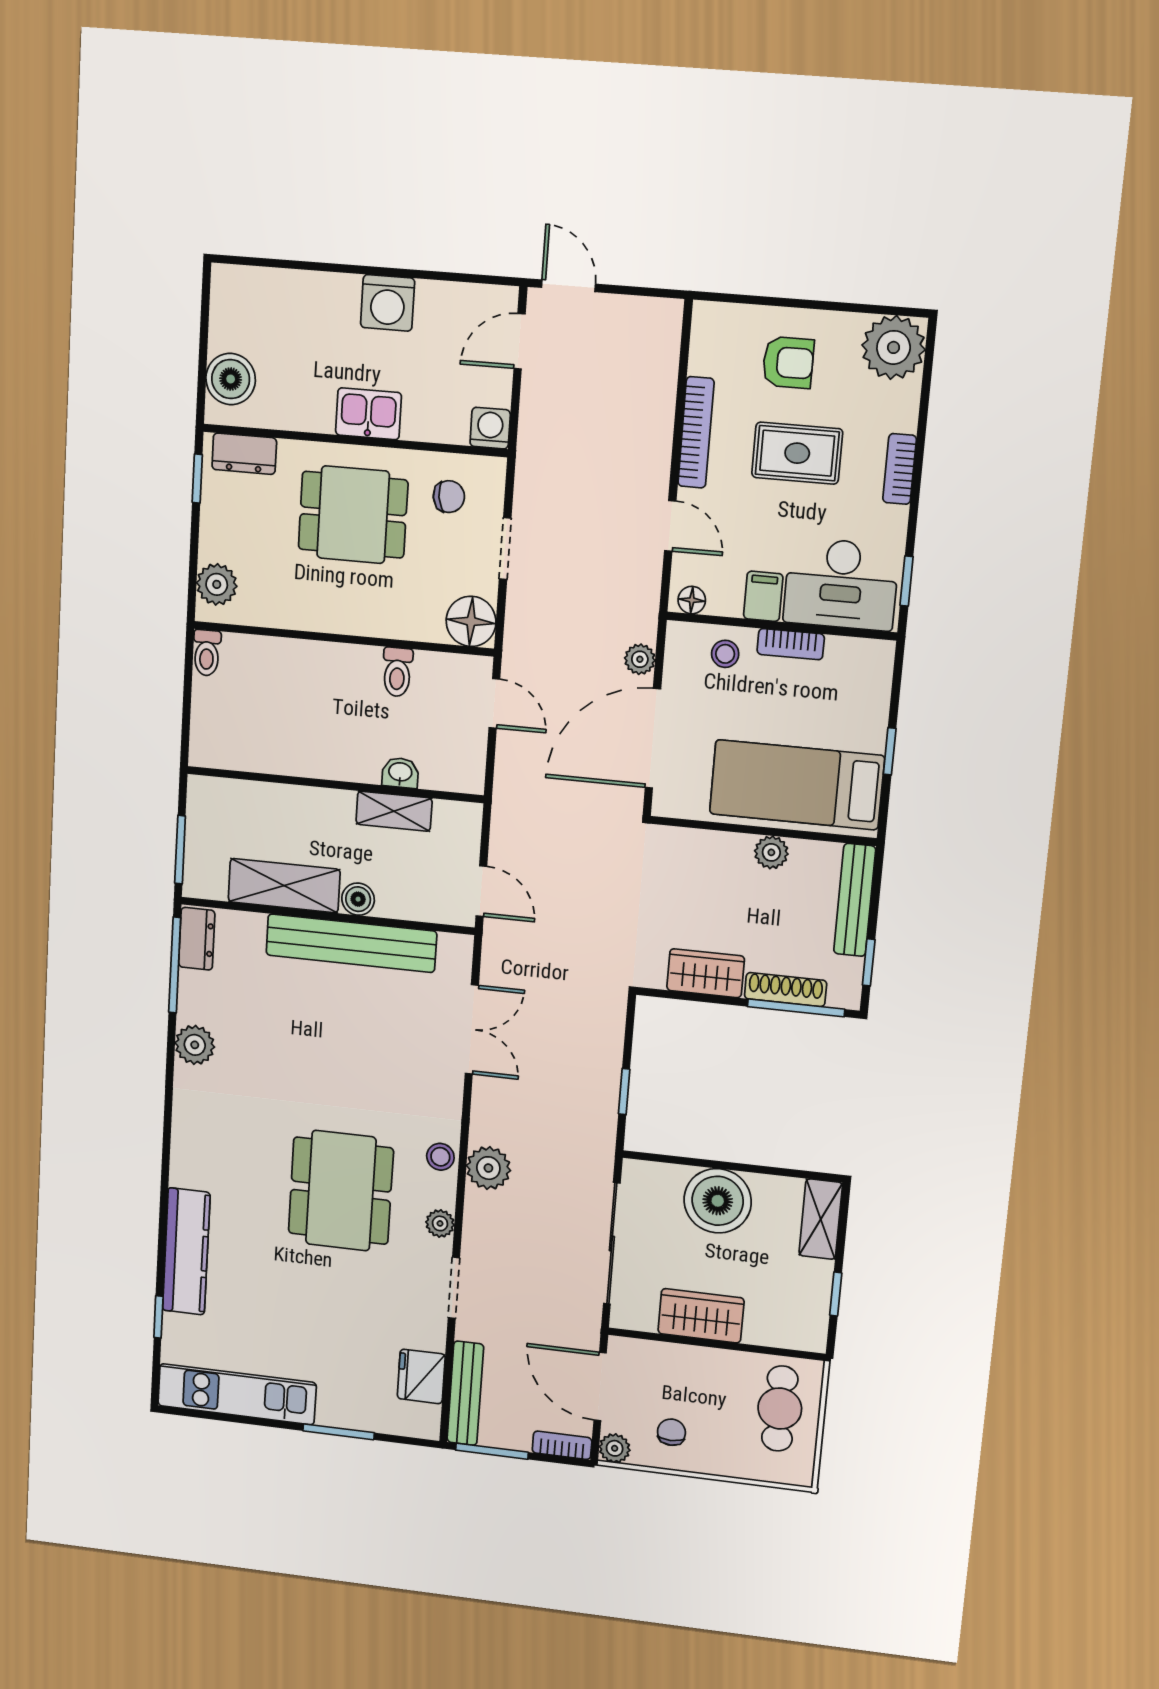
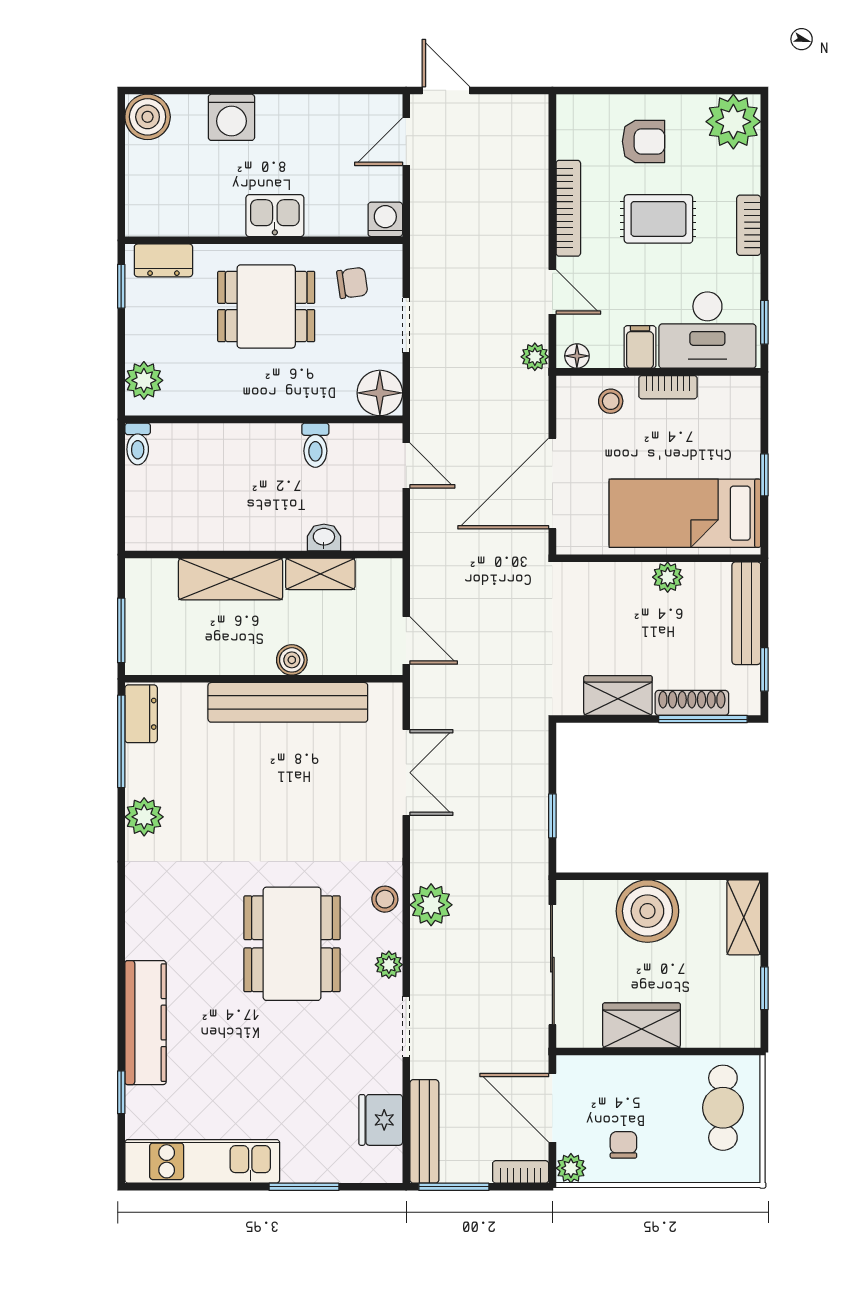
washing machine: (388, 303) -> (231, 117), moved
boiler: (231, 379) -> (148, 117), moved
plant: (640, 659) -> (535, 357), moved
shelving: (284, 886) -> (231, 579), moved

